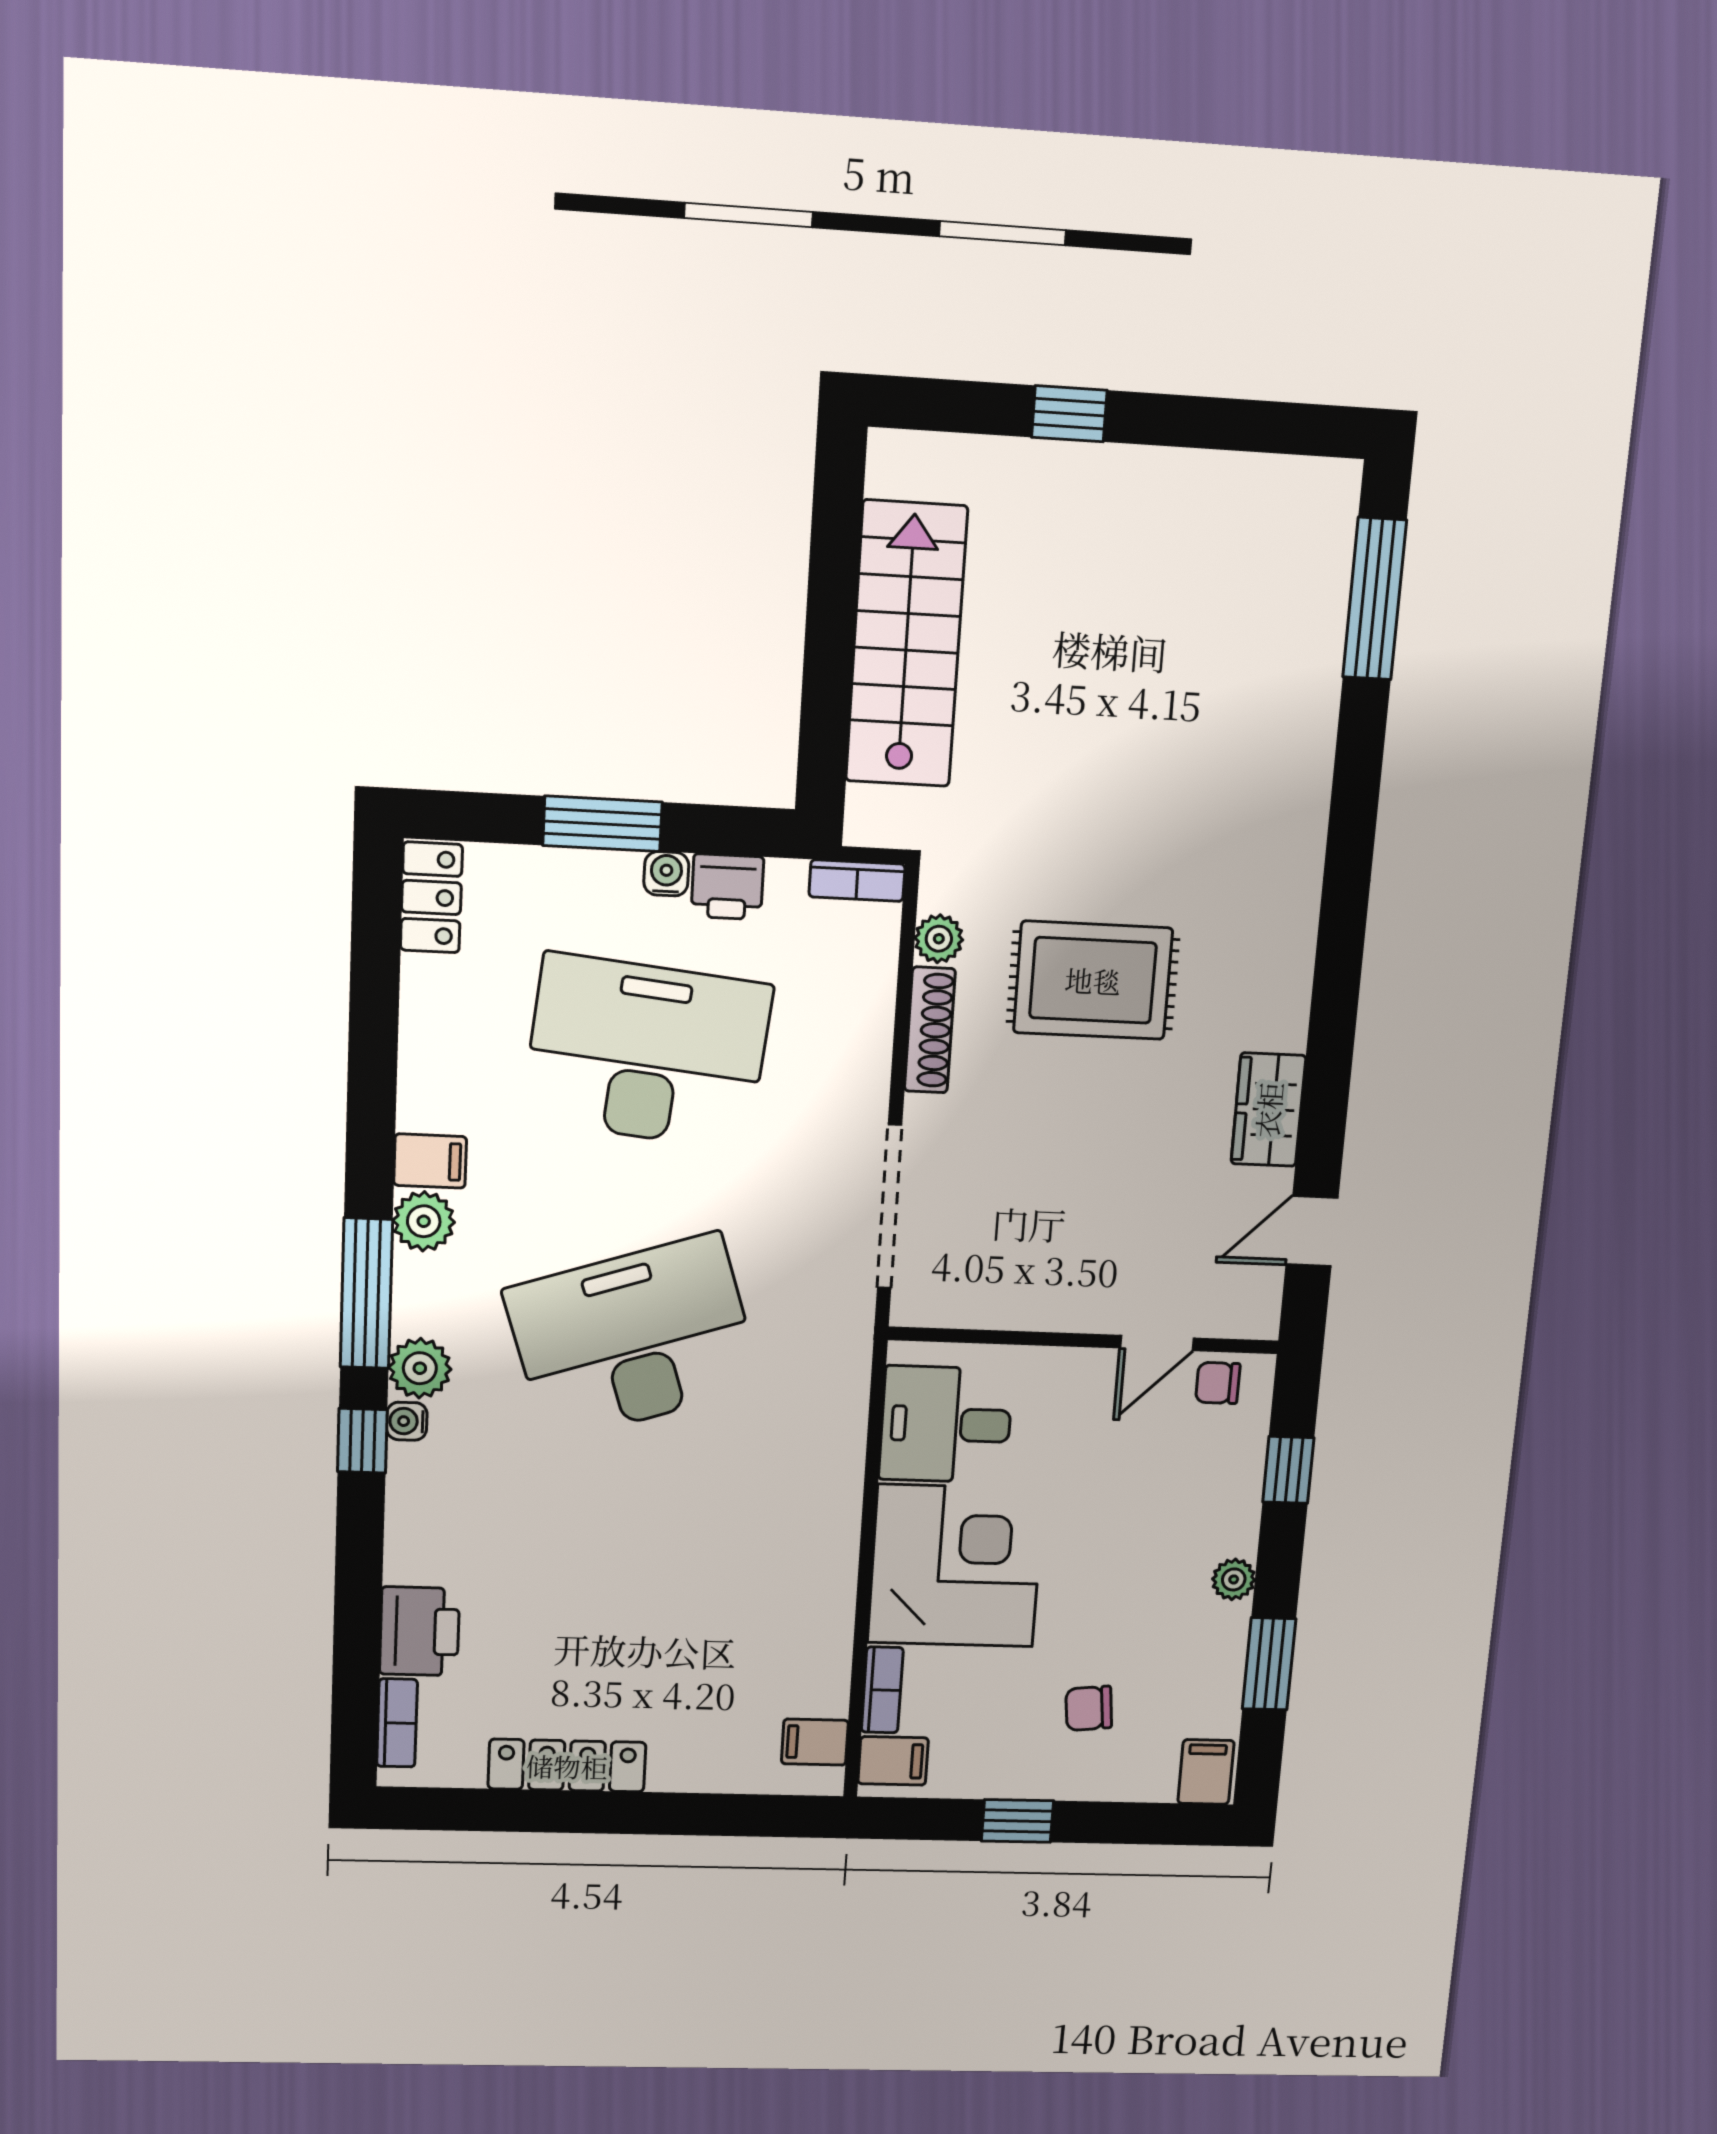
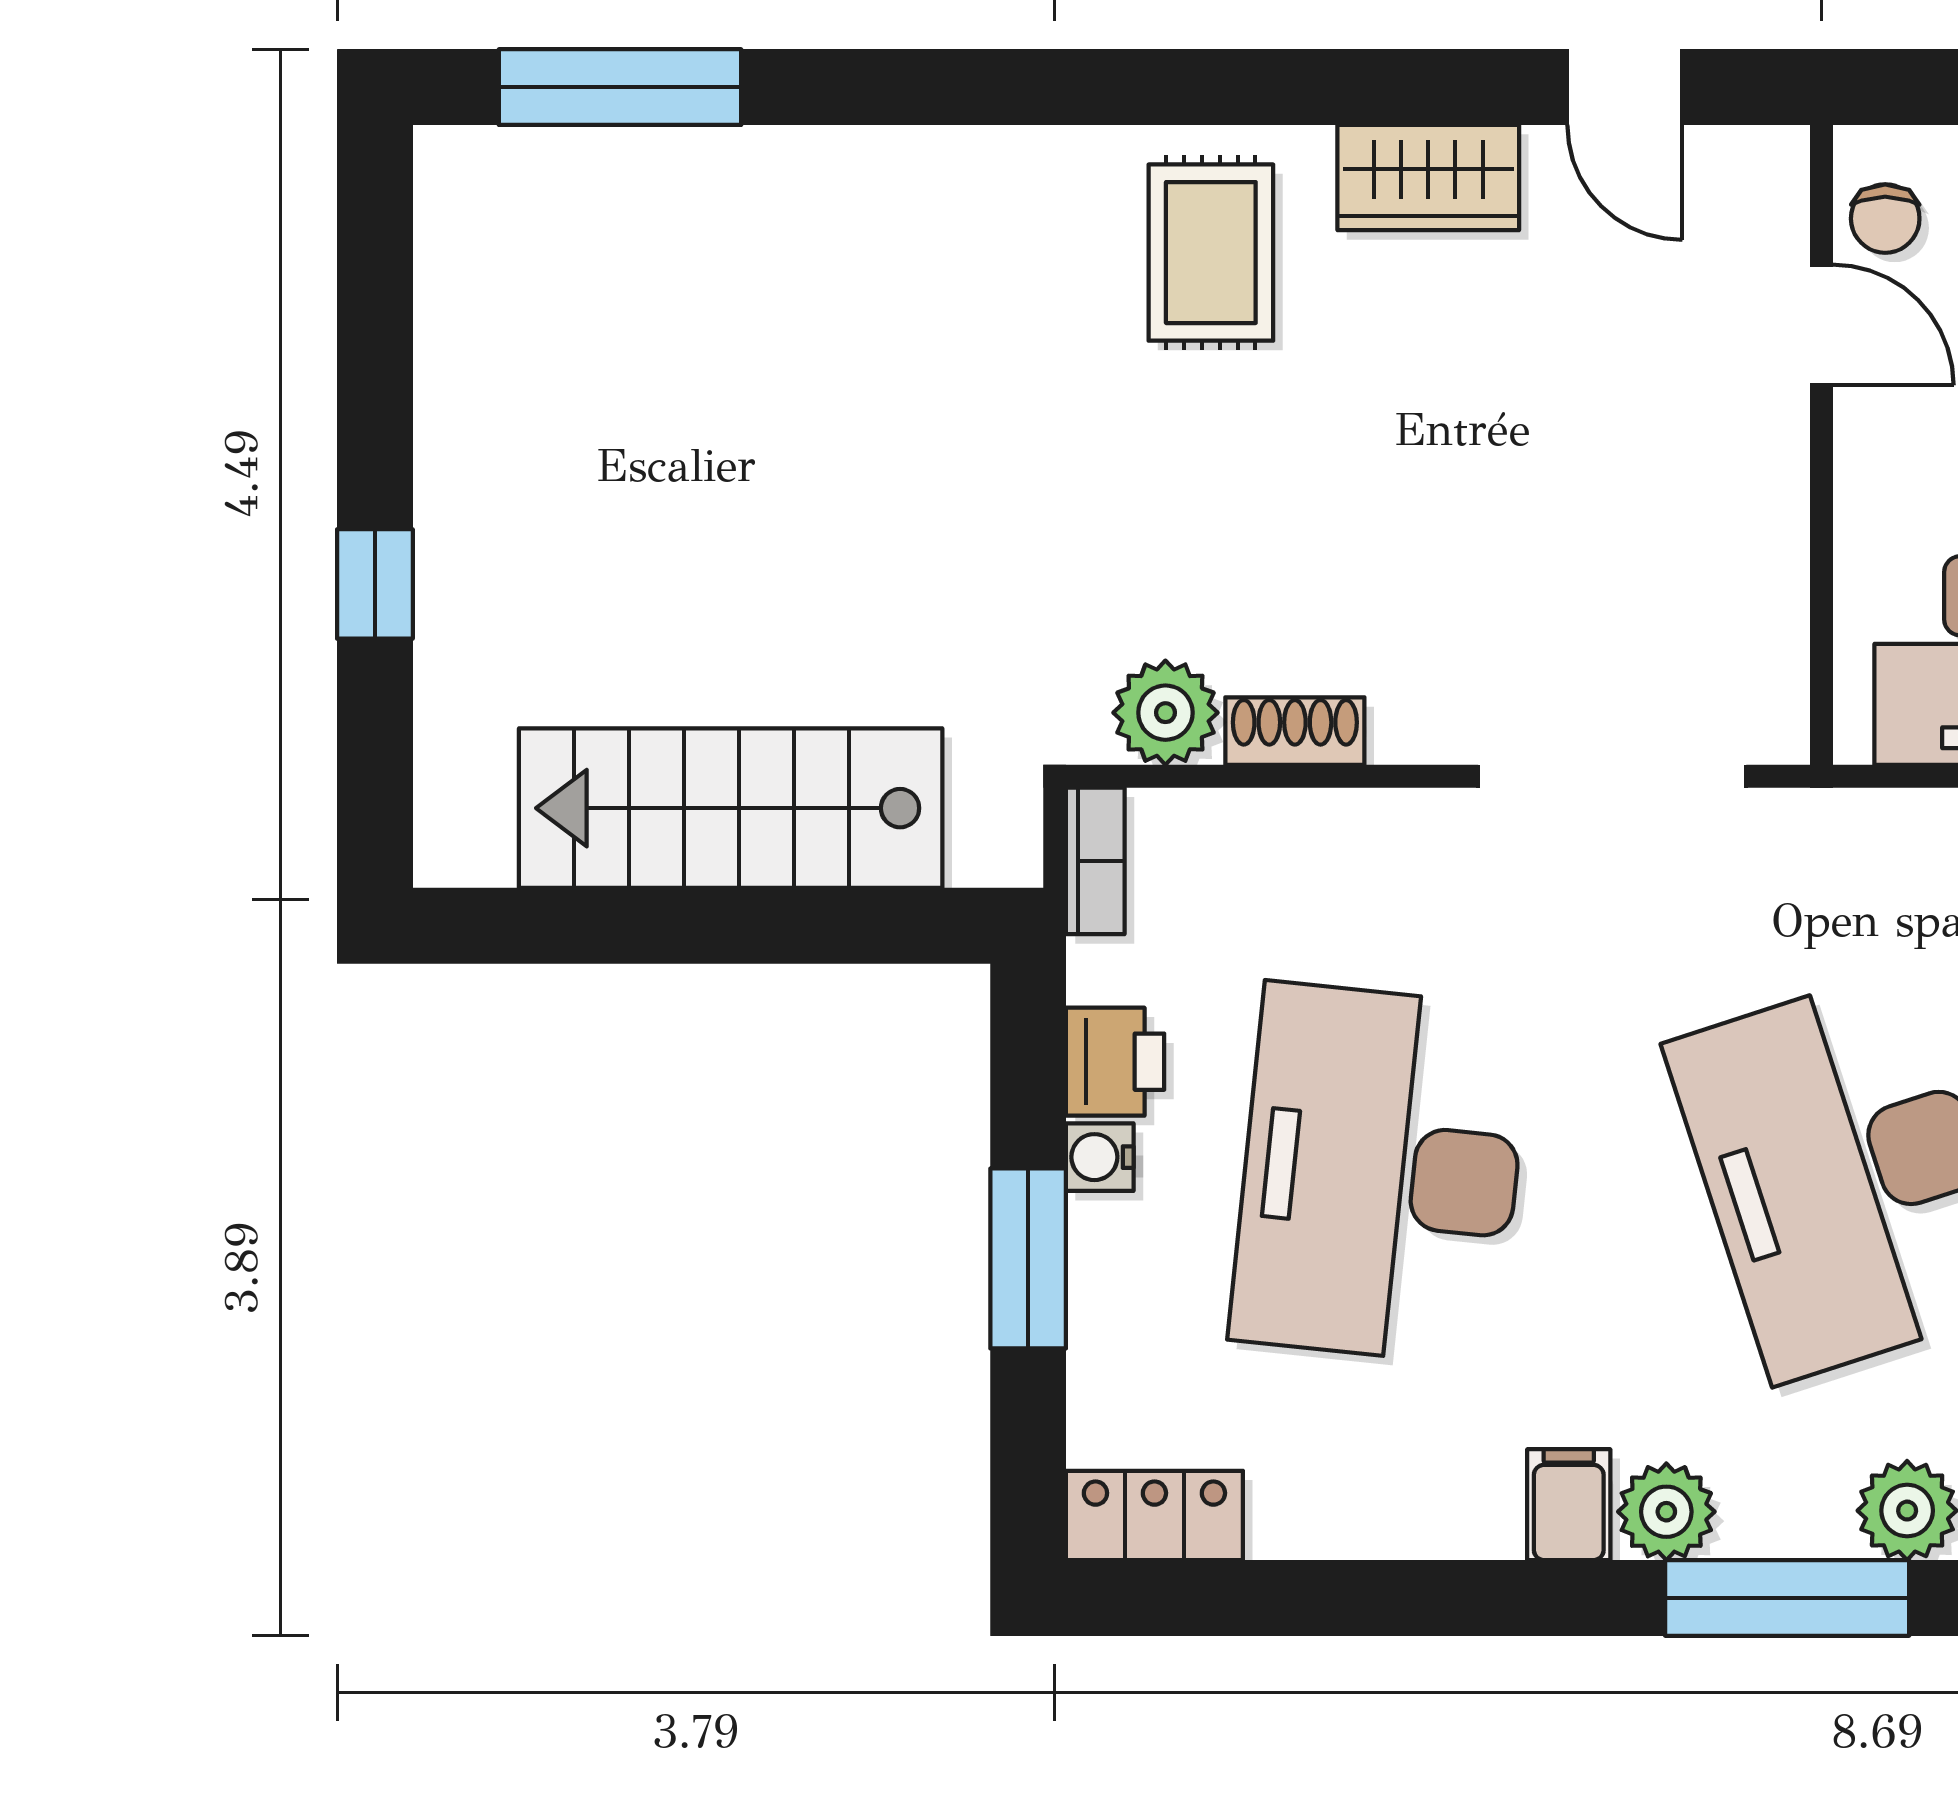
plant: (939, 939) -> (1165, 713), width x1.38, depth x1.38
rug: (1093, 980) -> (1211, 253), moved, width x0.73, depth x0.70
shoe rack: (930, 1030) -> (1295, 731), width x0.70

